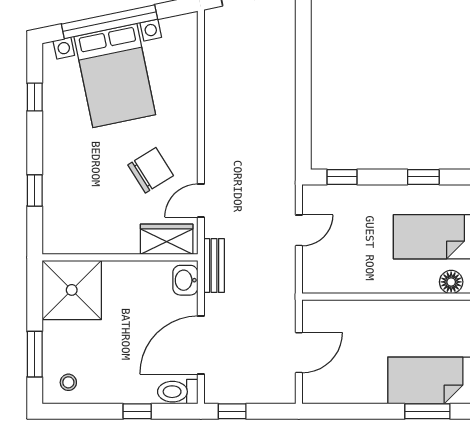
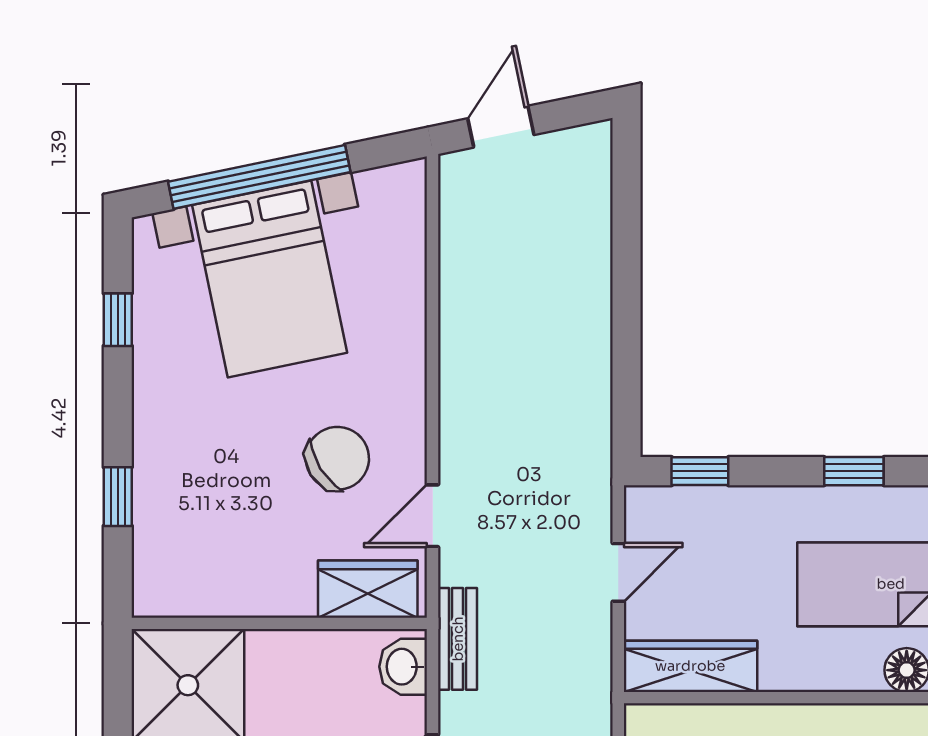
wardrobe: (337, 280) -> (690, 666), added

